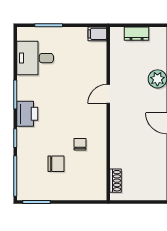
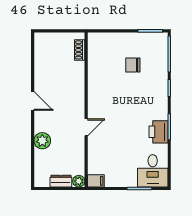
plant: (117, 34) -> (79, 181), added
desk: (35, 58) -> (153, 171), moved, turned 90
printer: (27, 114) -> (158, 132), moved
chair: (80, 144) -> (111, 82), removed

